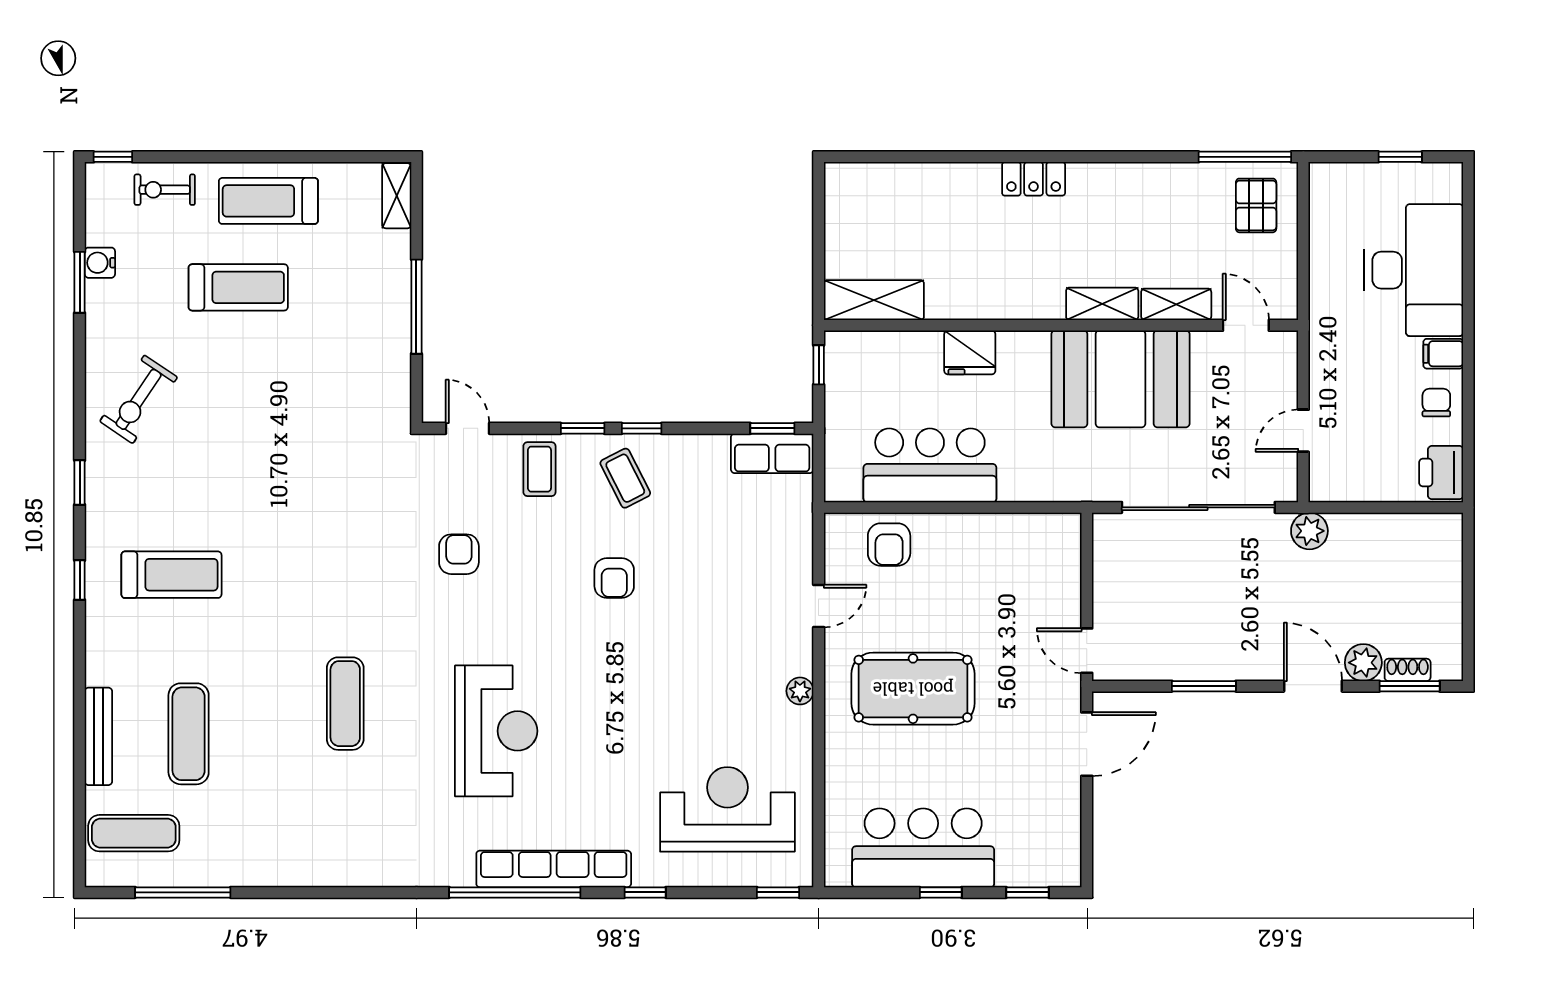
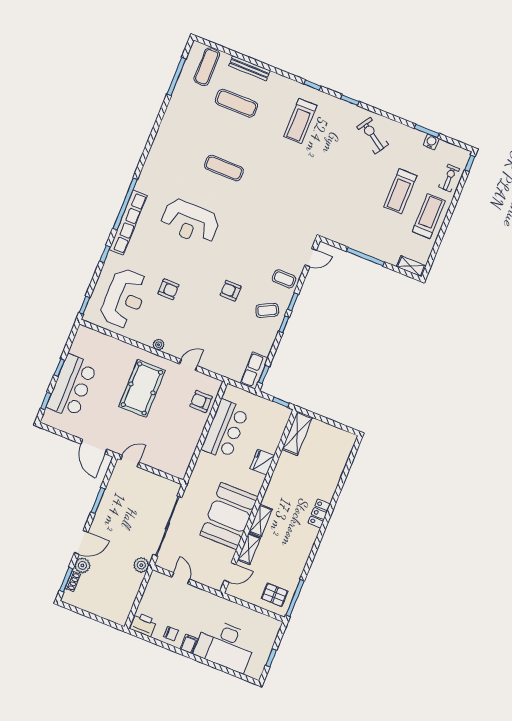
armchair: (459, 554) -> (168, 289), moved
door: (819, 606) -> (188, 365), swing flipped
bar counter: (923, 848) -> (72, 386), moved

